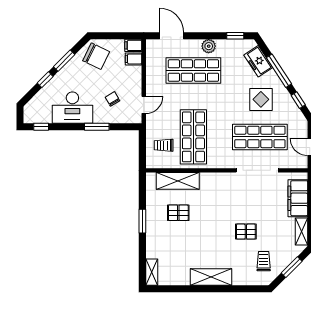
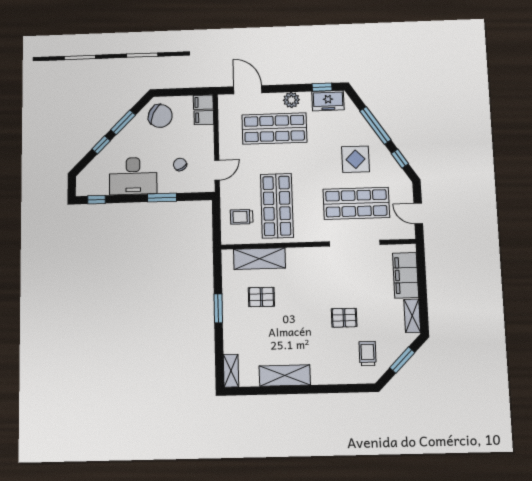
freezer: (258, 61) -> (328, 101), moved, turned -57
shelving: (211, 277) -> (285, 375), moved

